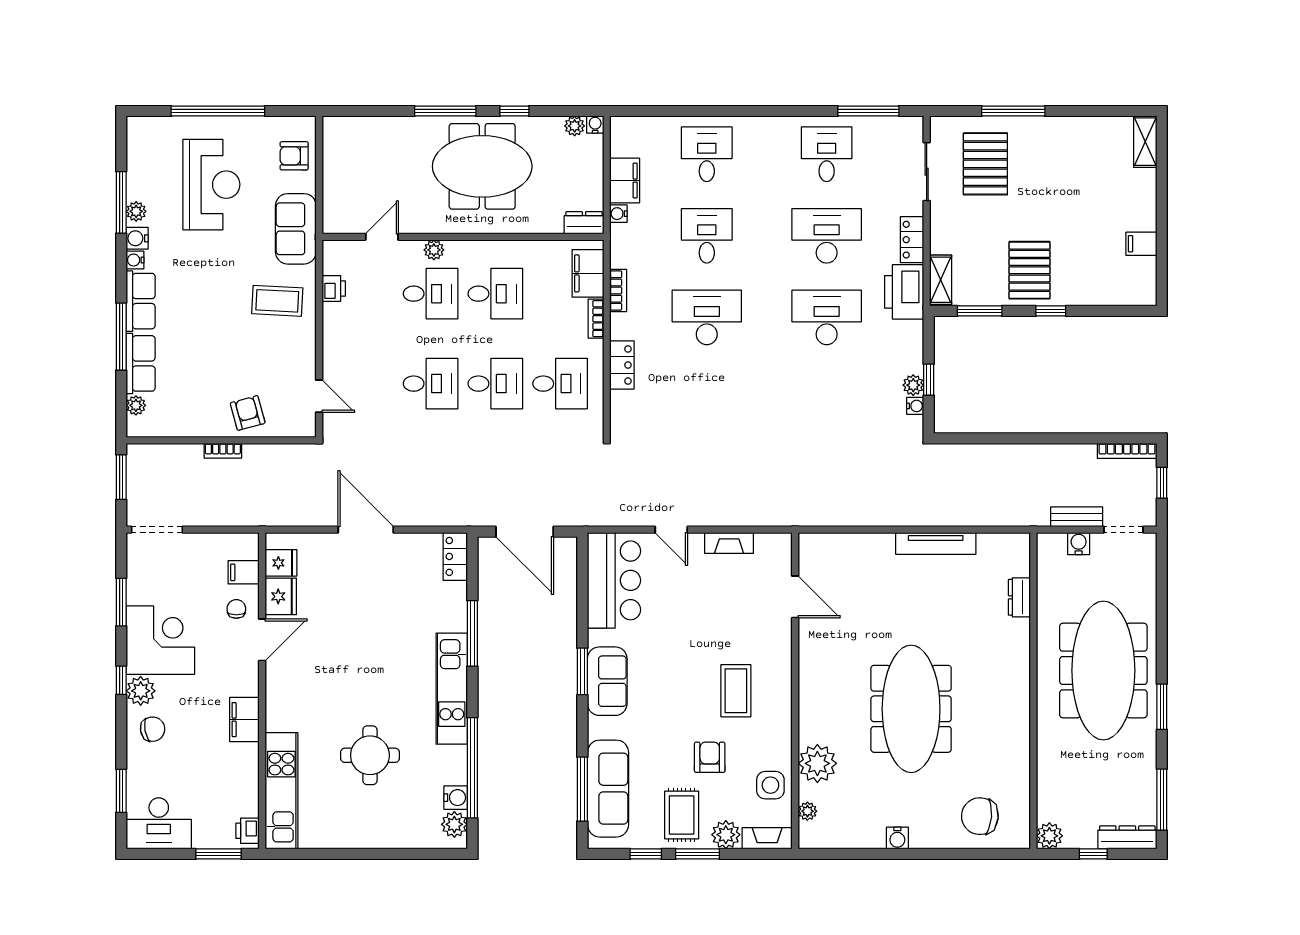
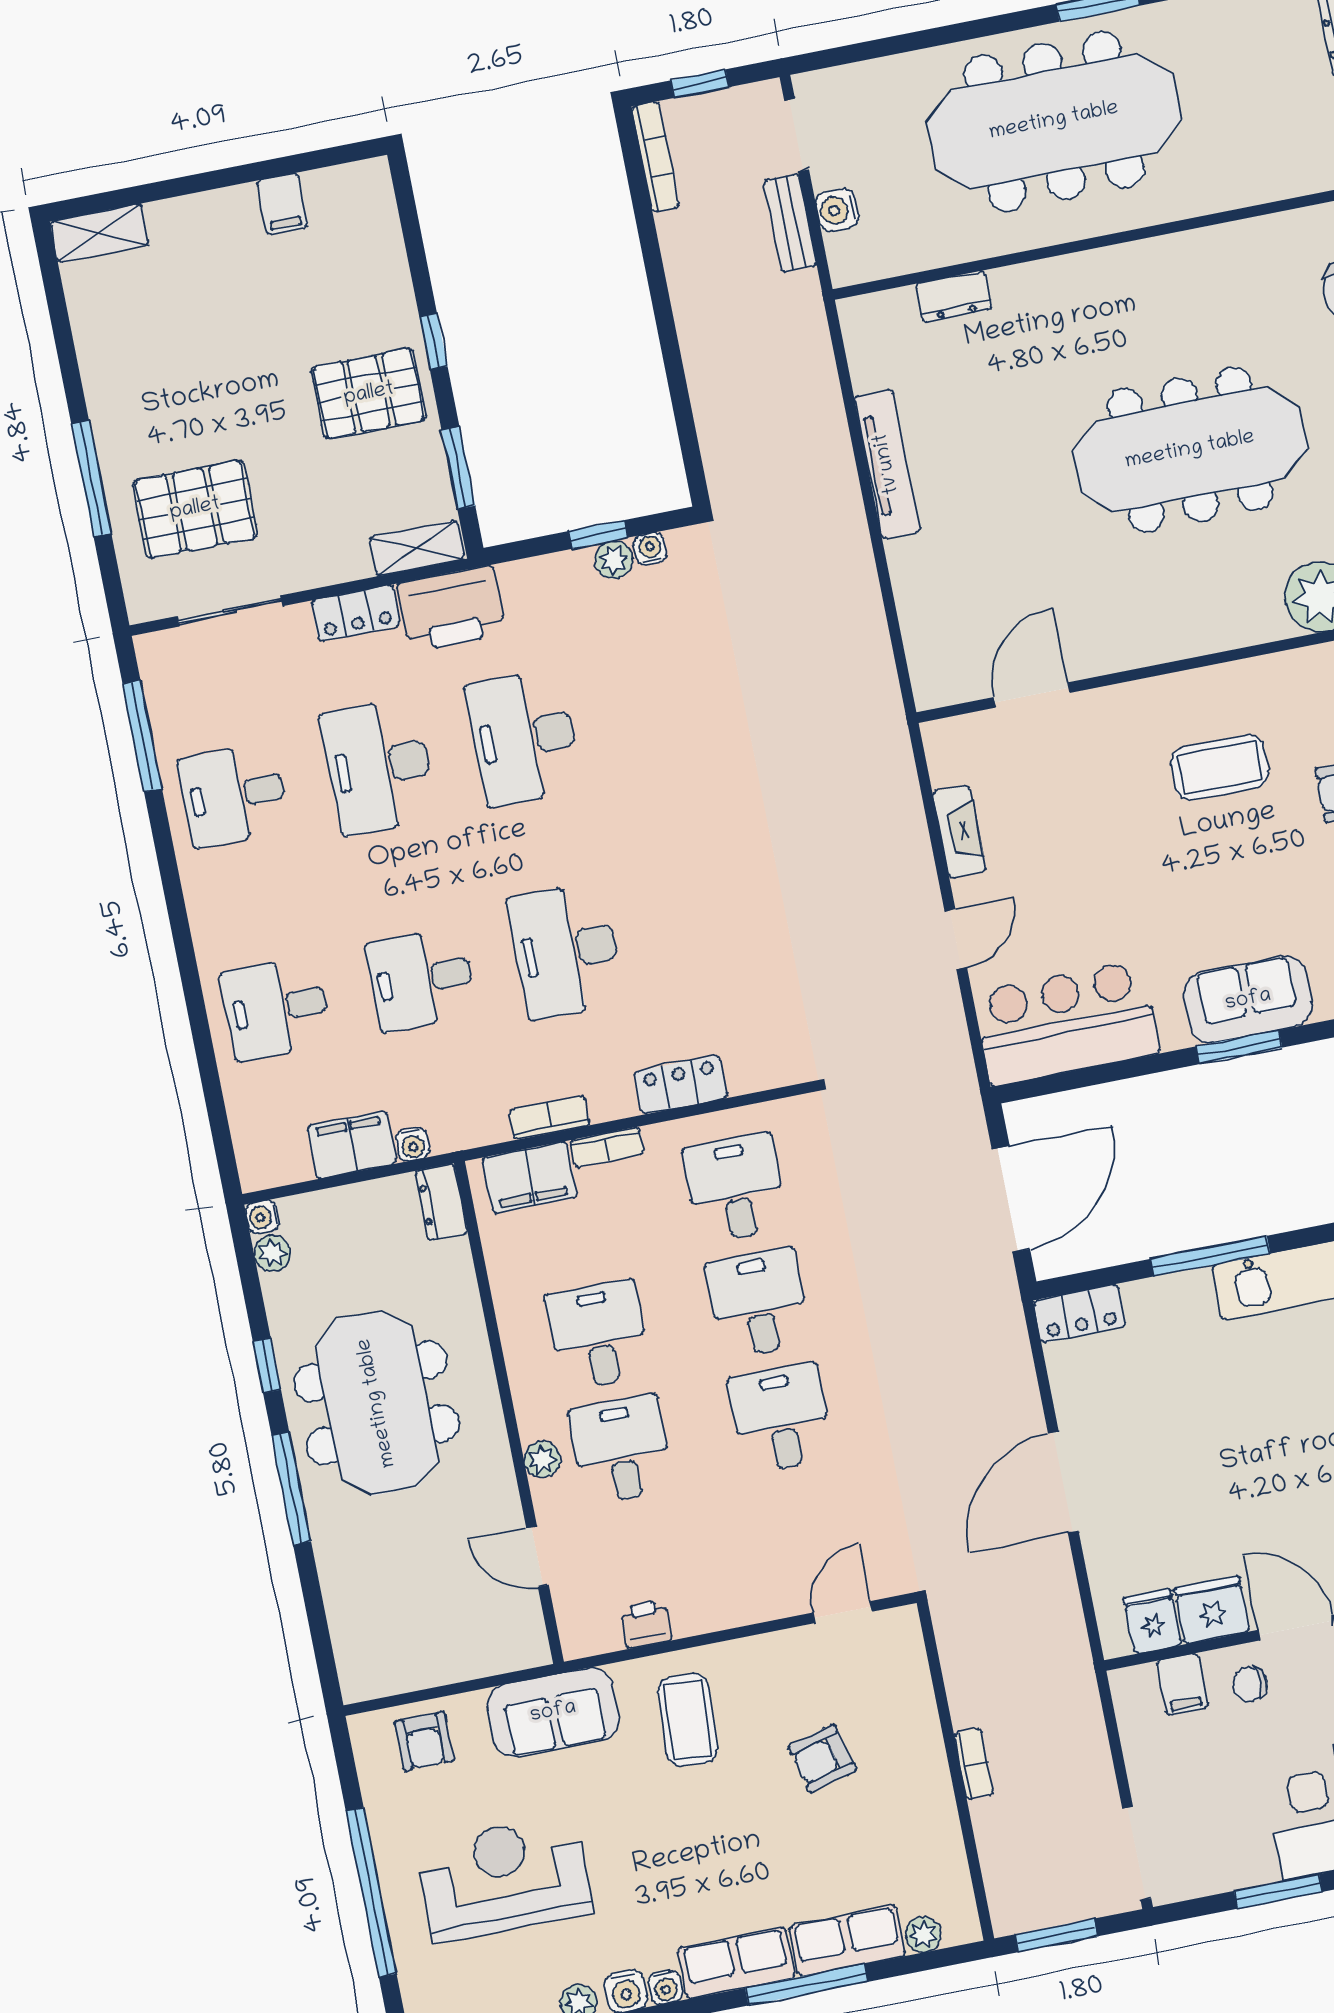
armchair: (248, 413) -> (822, 1758), moved

